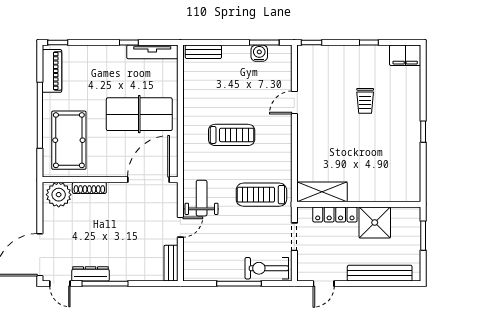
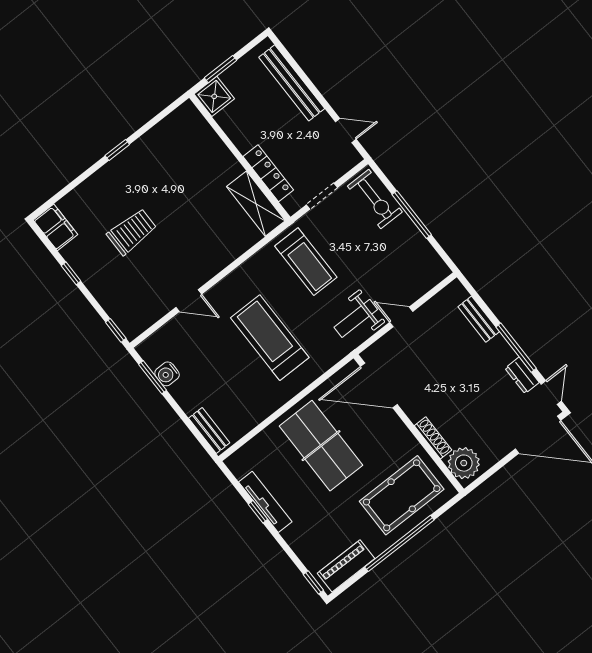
tv unit: (152, 52) -> (265, 502), moved
trolley: (365, 101) -> (132, 232), width x1.36, depth x1.39
treadmill: (232, 135) -> (270, 338), width x1.37, depth x1.38
shower: (375, 222) -> (214, 96), moved, width x0.73, depth x0.73
bench: (171, 263) -> (479, 319), moved, turned 90
dresser: (91, 274) -> (522, 375), width x0.70

